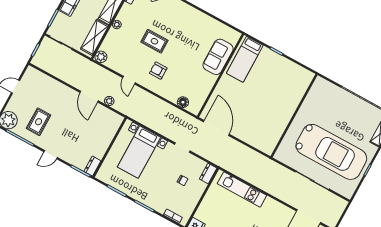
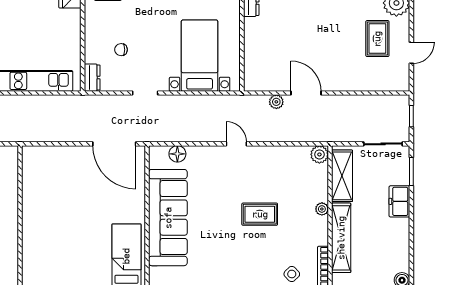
sofa: (218, 57) -> (168, 218), width x1.85, depth x1.27
armchair: (158, 71) -> (233, 178), removed
door: (129, 80) -> (236, 144), moved
rug: (39, 122) -> (377, 39), moved

